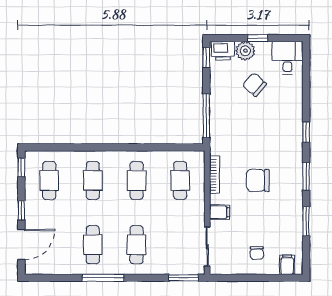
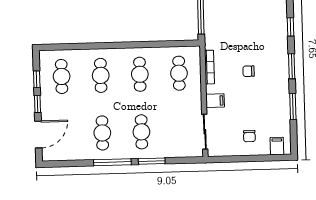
window: (21, 167) -> (37, 79), moved
chair: (258, 180) -> (249, 71), width x0.54, depth x0.54
window: (183, 278) -> (152, 161), moved

